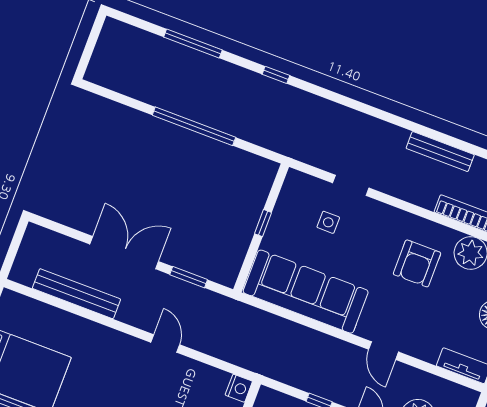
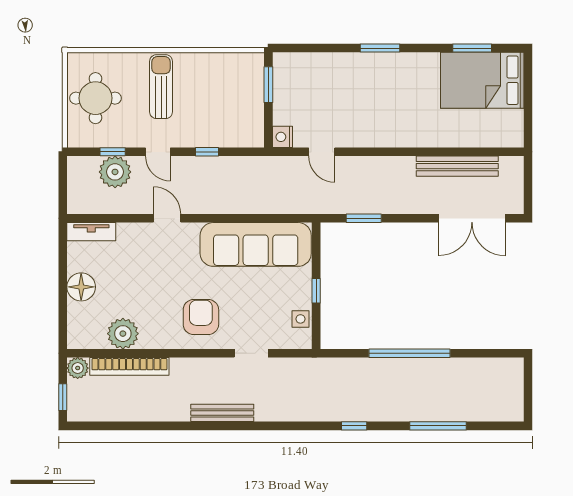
bench: (440, 152) -> (222, 413), moved
side table: (328, 222) -> (300, 319), moved
double door: (124, 253) -> (472, 218), moved
armchair: (417, 263) -> (201, 317), moved
door: (165, 343) -> (322, 152), moved

